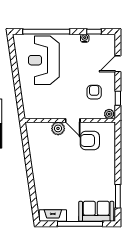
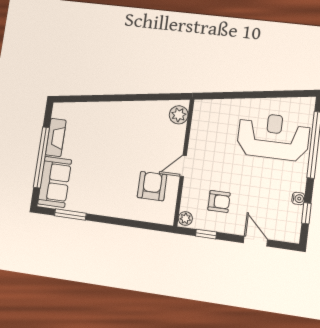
plant: (58, 128) -> (179, 115), moved
fireplace: (53, 216) -> (56, 138), moved

